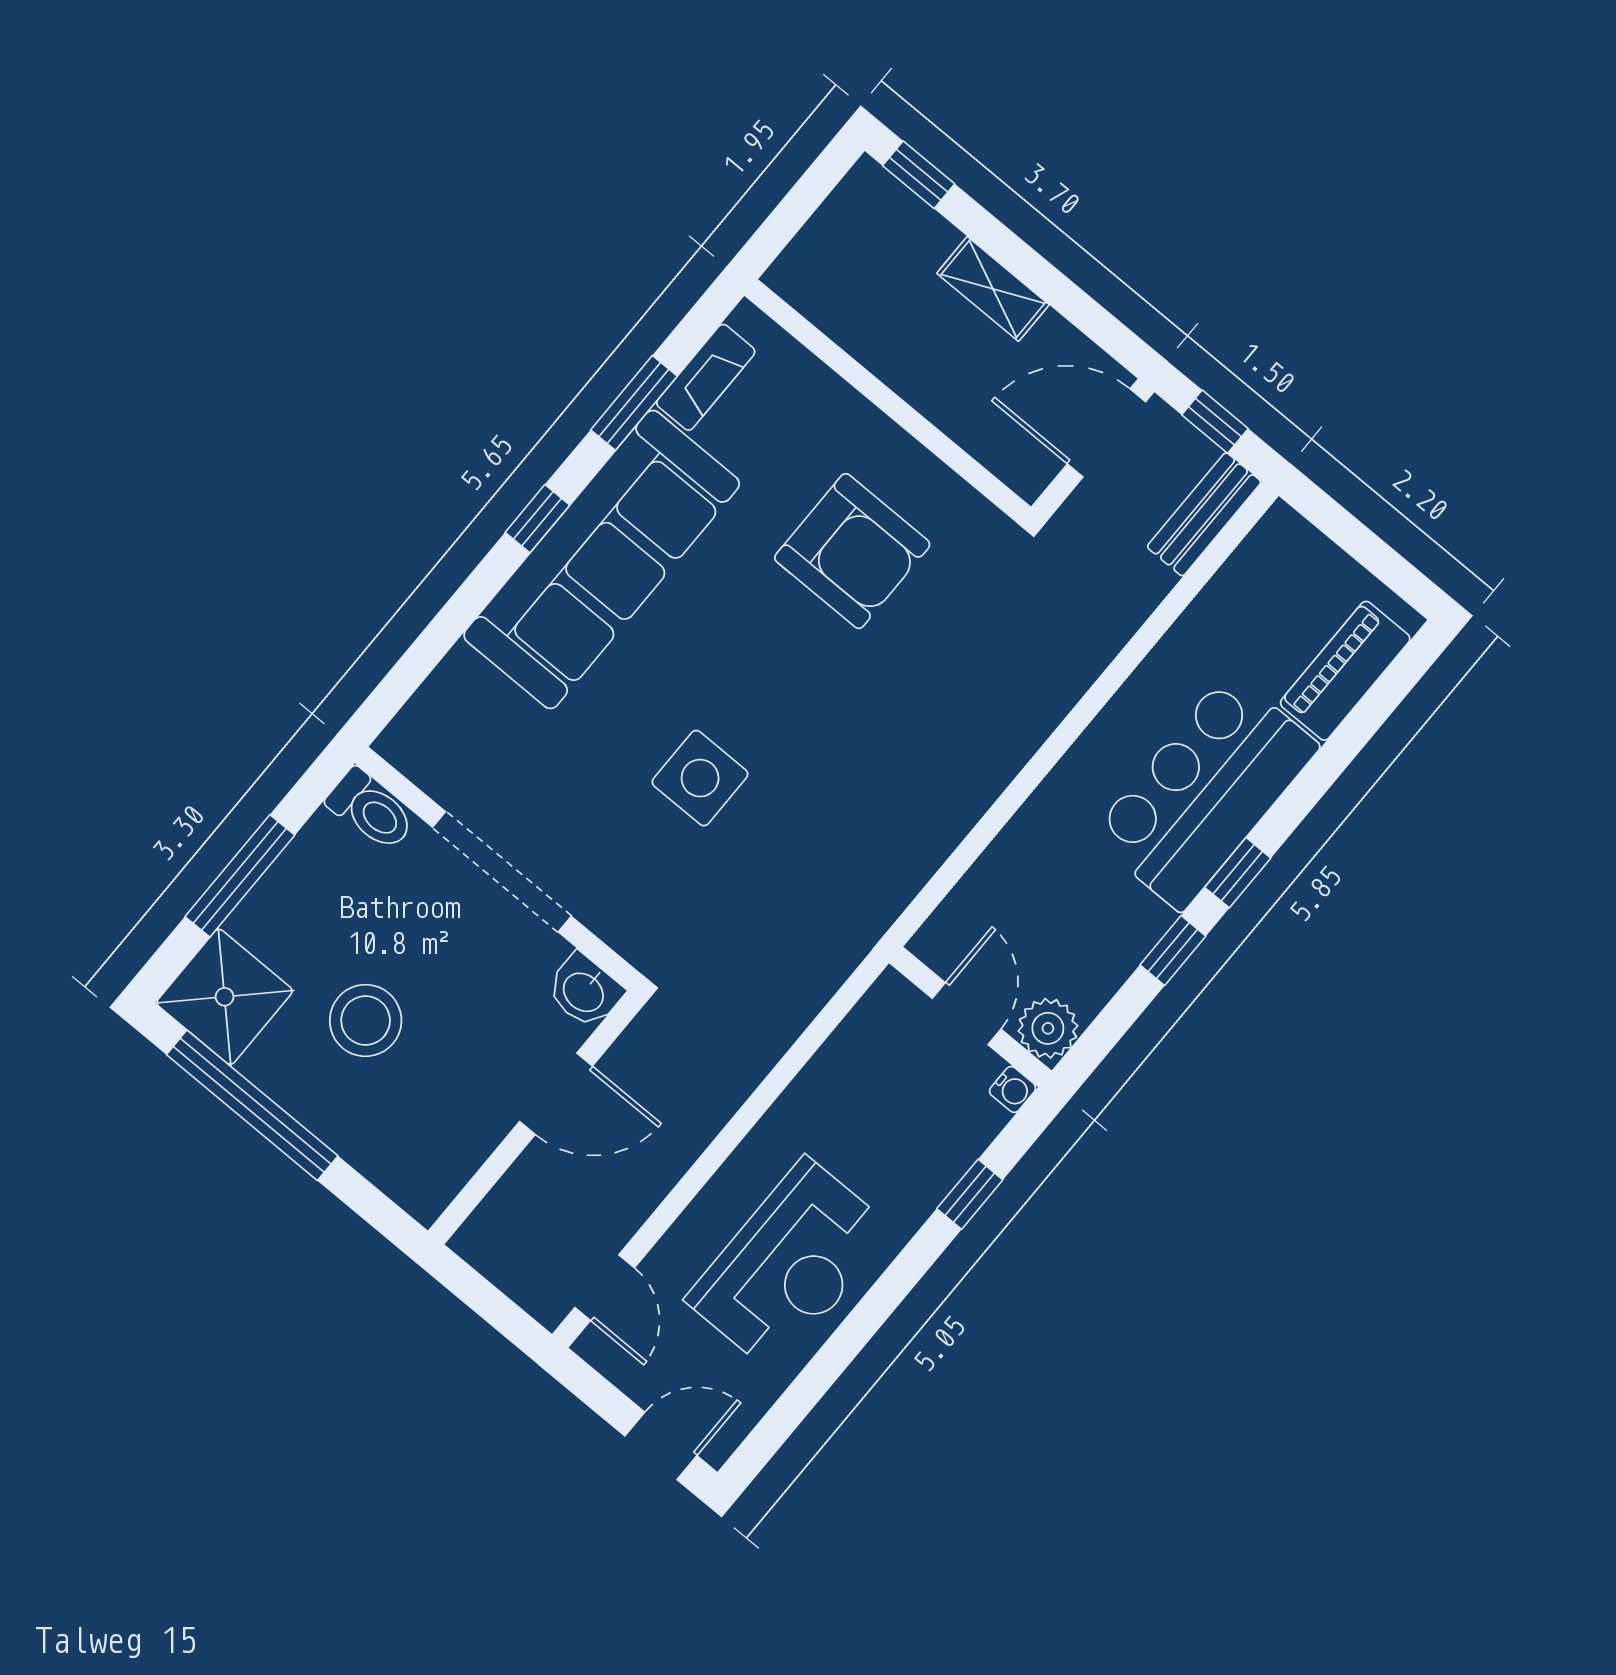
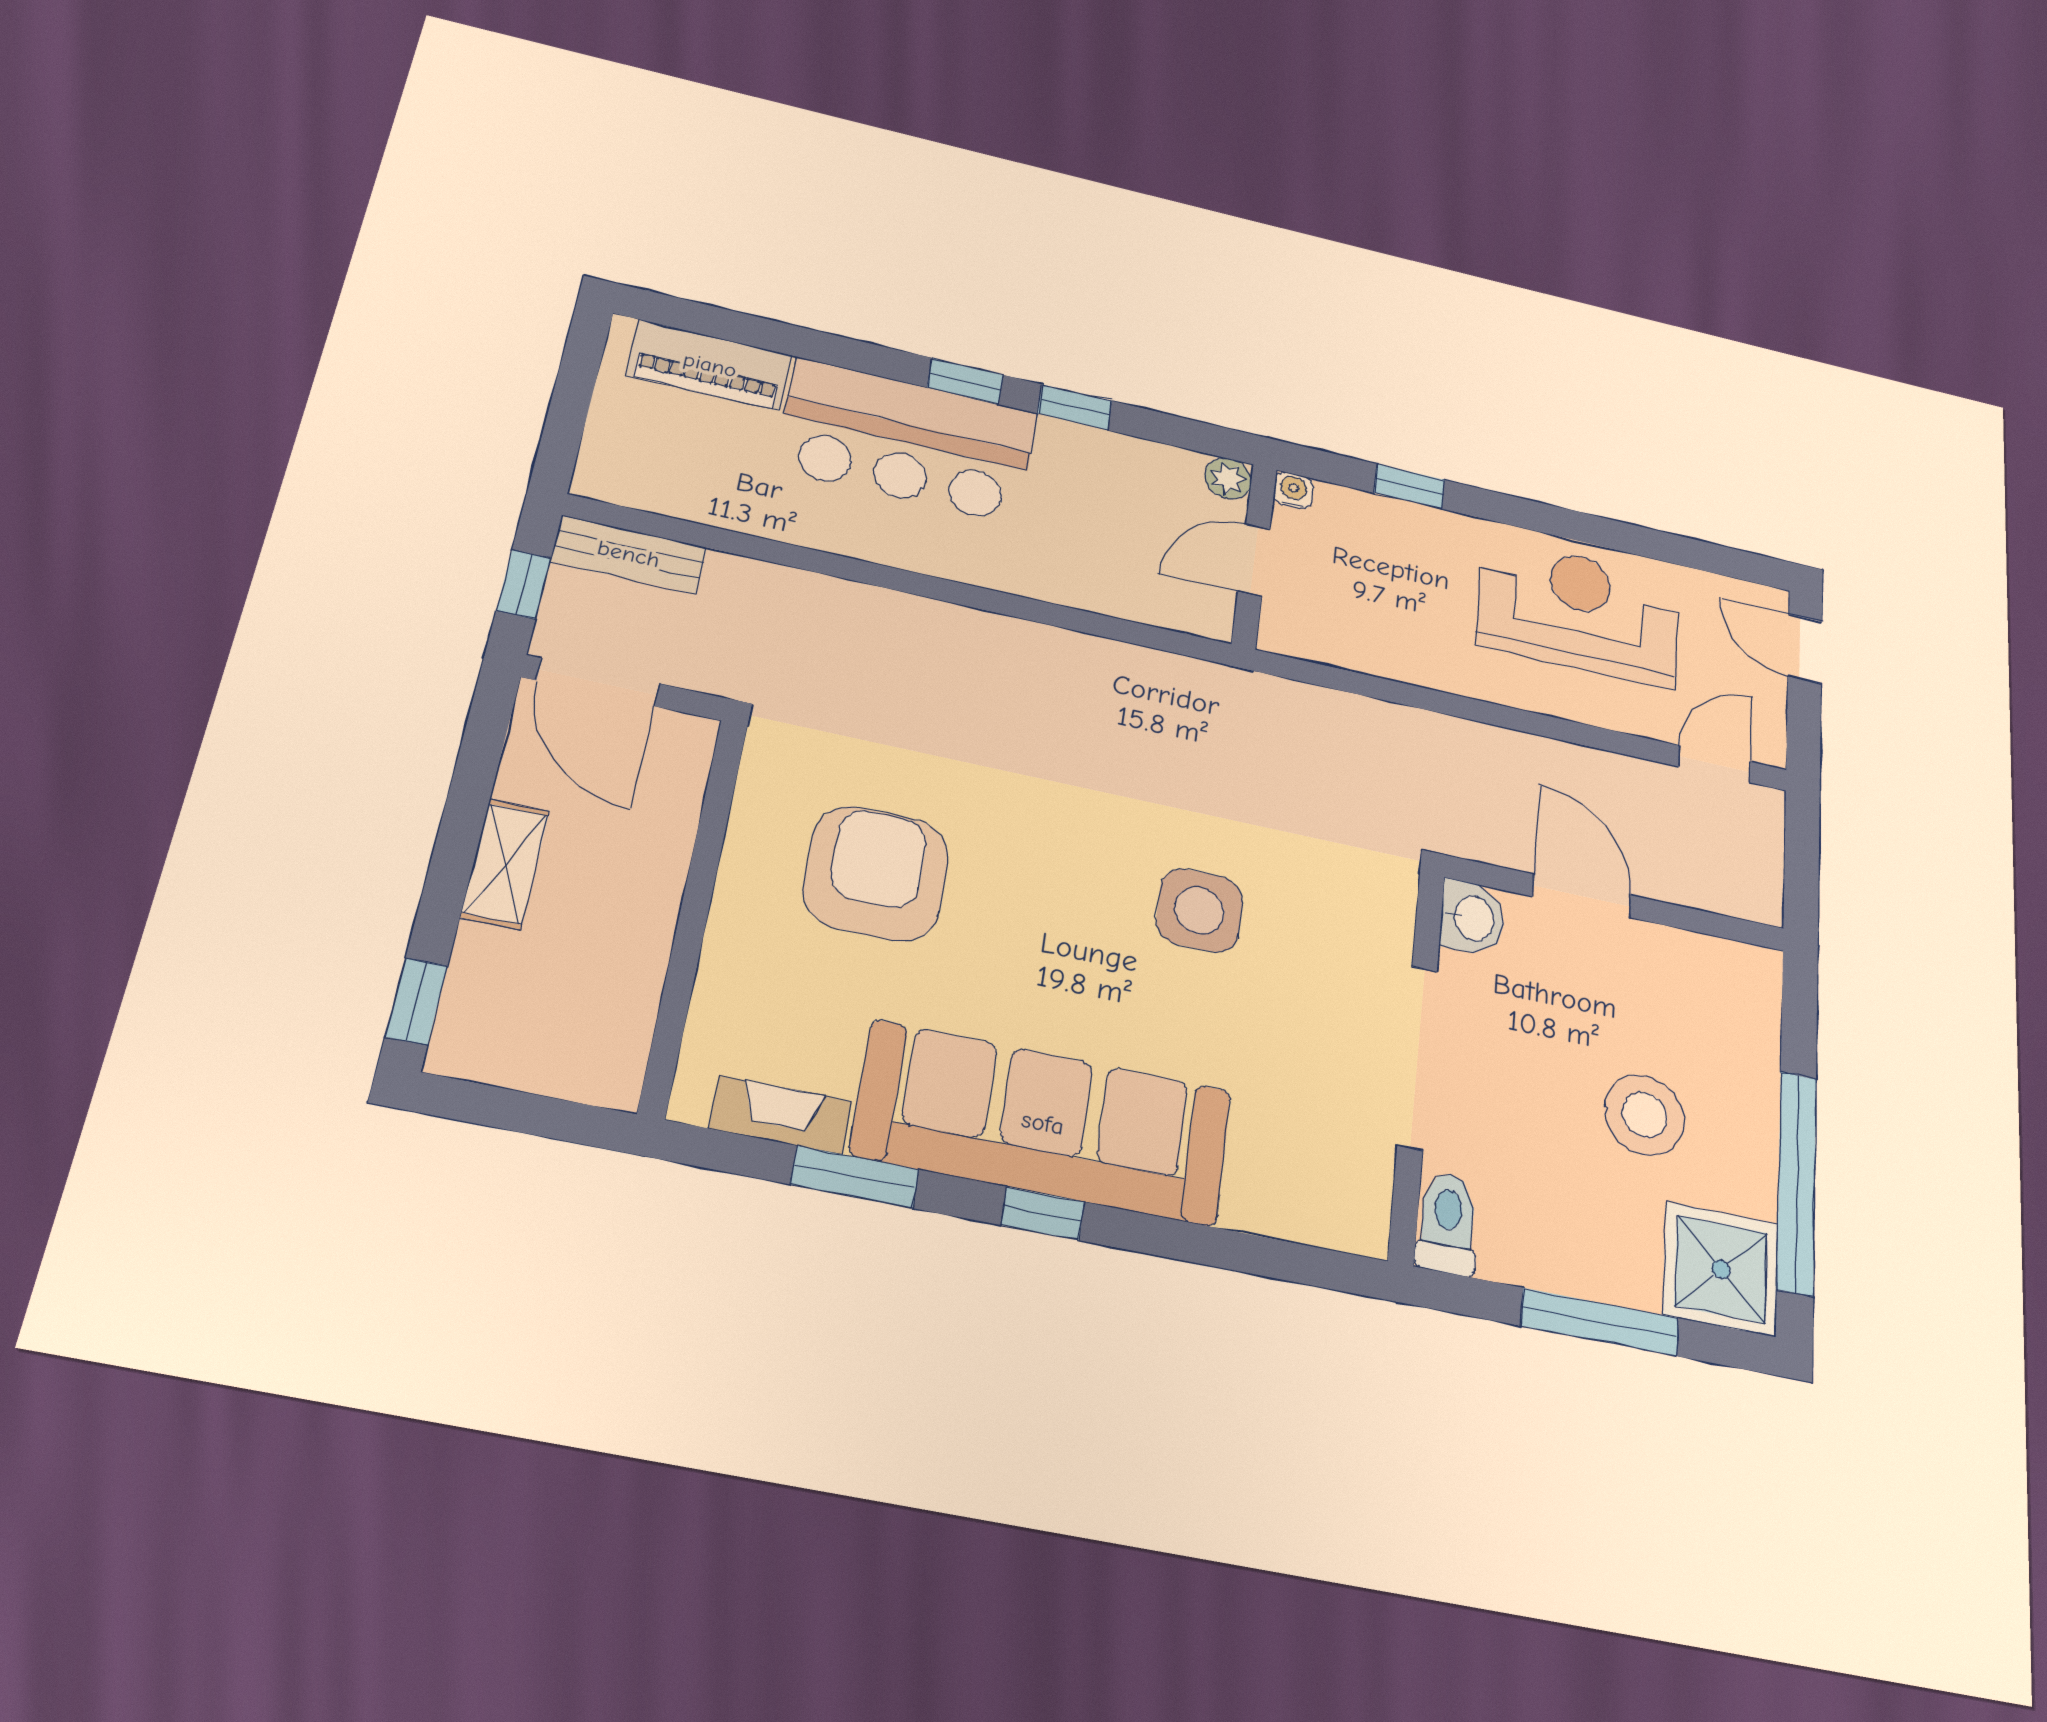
plant: (1048, 1028) -> (1228, 479), width x0.73, depth x0.73

